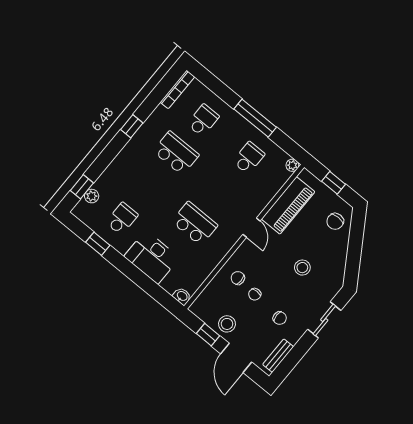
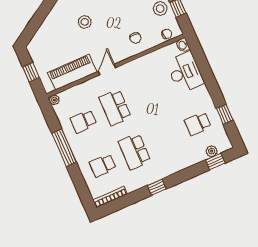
chair: (335, 221) -> (44, 43), removed
school desk: (195, 223) -> (115, 107), moved
desk: (152, 257) -> (185, 72), moved
chair: (255, 294) -> (167, 34), moved

